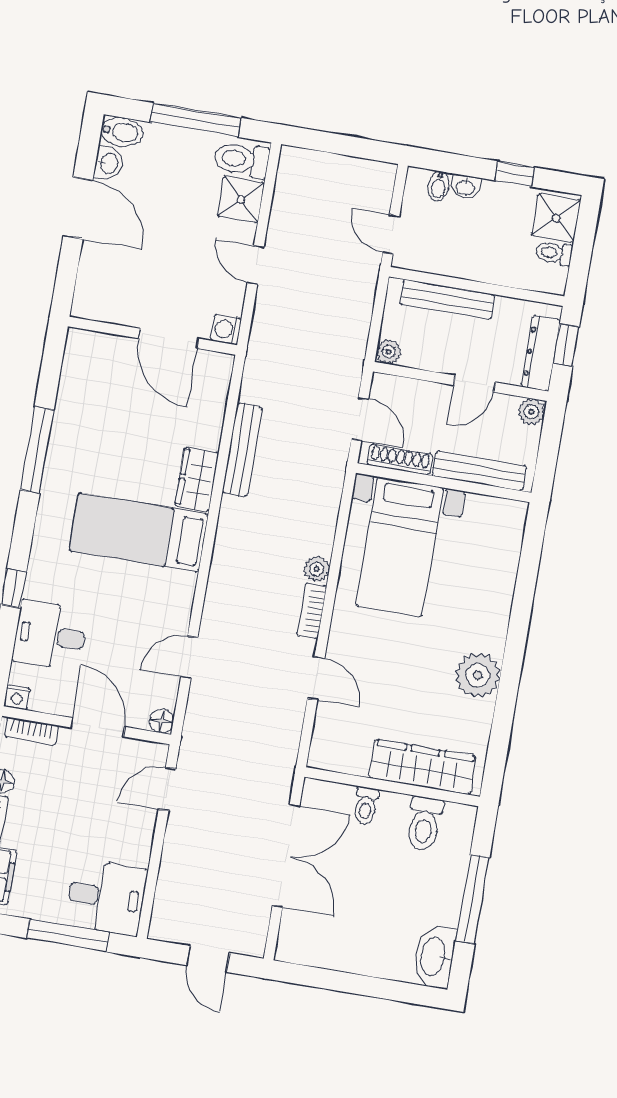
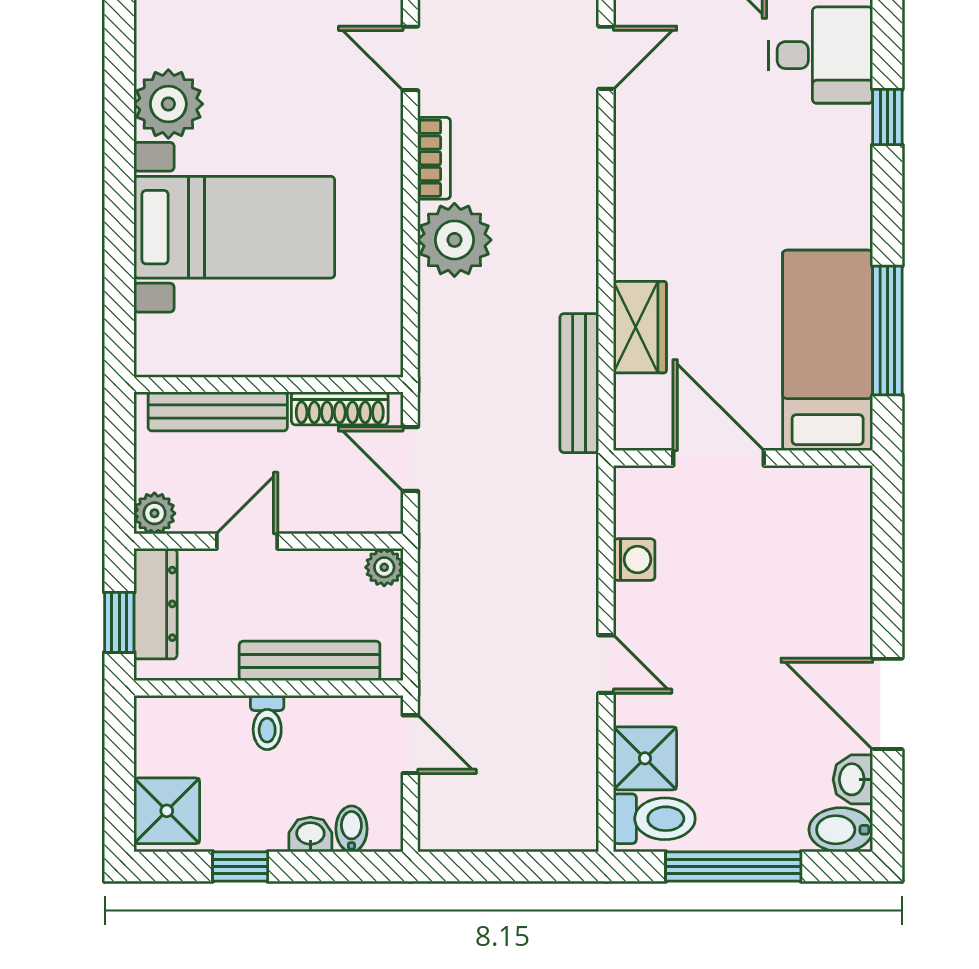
toilet: (554, 253) -> (267, 722), moved, turned 90
wall: (152, 336) -> (743, 458), moved
door: (168, 338) -> (718, 458), moved
bed: (139, 532) -> (828, 350), moved, turned -90
bed with nightstands: (400, 547) -> (234, 227), moved, turned 90
plant: (317, 569) -> (454, 240), width x1.87, depth x1.87

